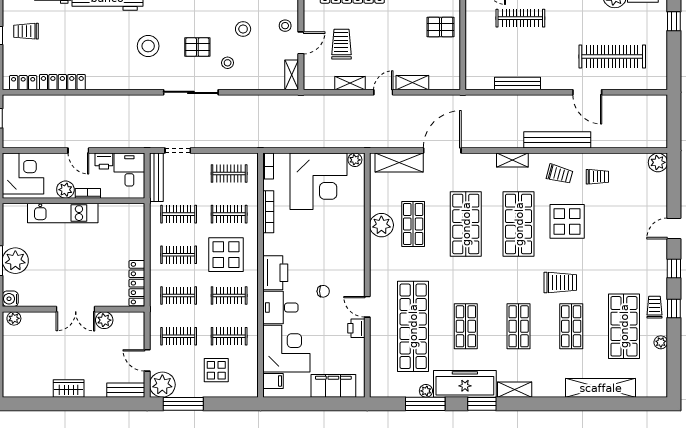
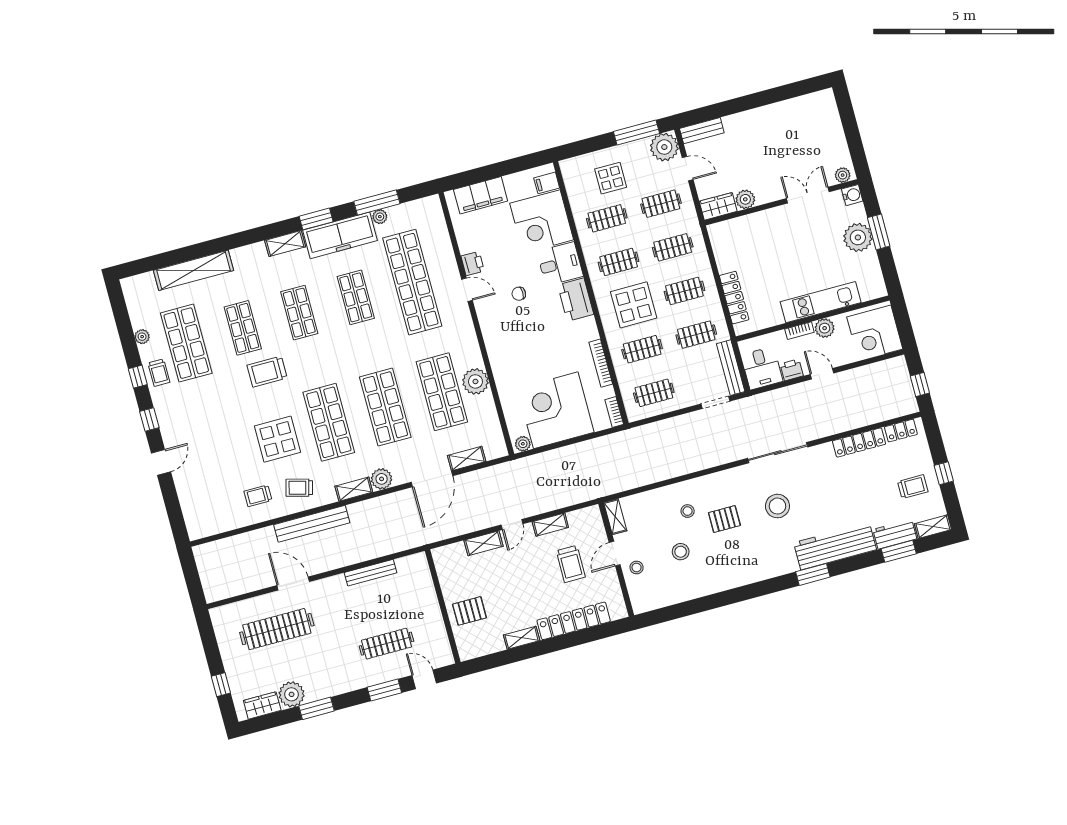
sliding door: (191, 92) -> (778, 453), moved
plant: (658, 162) -> (382, 479), moved
shelving: (399, 163) -> (467, 459), width x0.67, depth x0.75
shop shelf: (413, 224) -> (442, 392), width x1.43, depth x1.36
locker: (137, 283) -> (734, 298), moved
double door: (76, 309) -> (808, 195), moved
wardrobe: (69, 388) -> (718, 206), moved, turned 180

